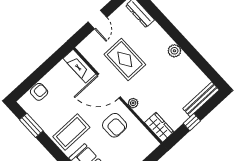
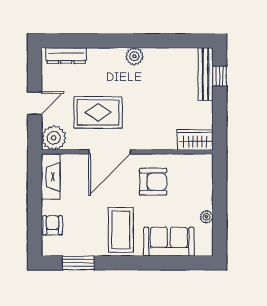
door: (97, 20) -> (35, 103), hinge flipped
fireplace: (79, 66) -> (51, 177), moved, turned -90
plant: (133, 103) -> (54, 138), moved, width x1.88, depth x1.88
window: (192, 122) -> (220, 76), moved

